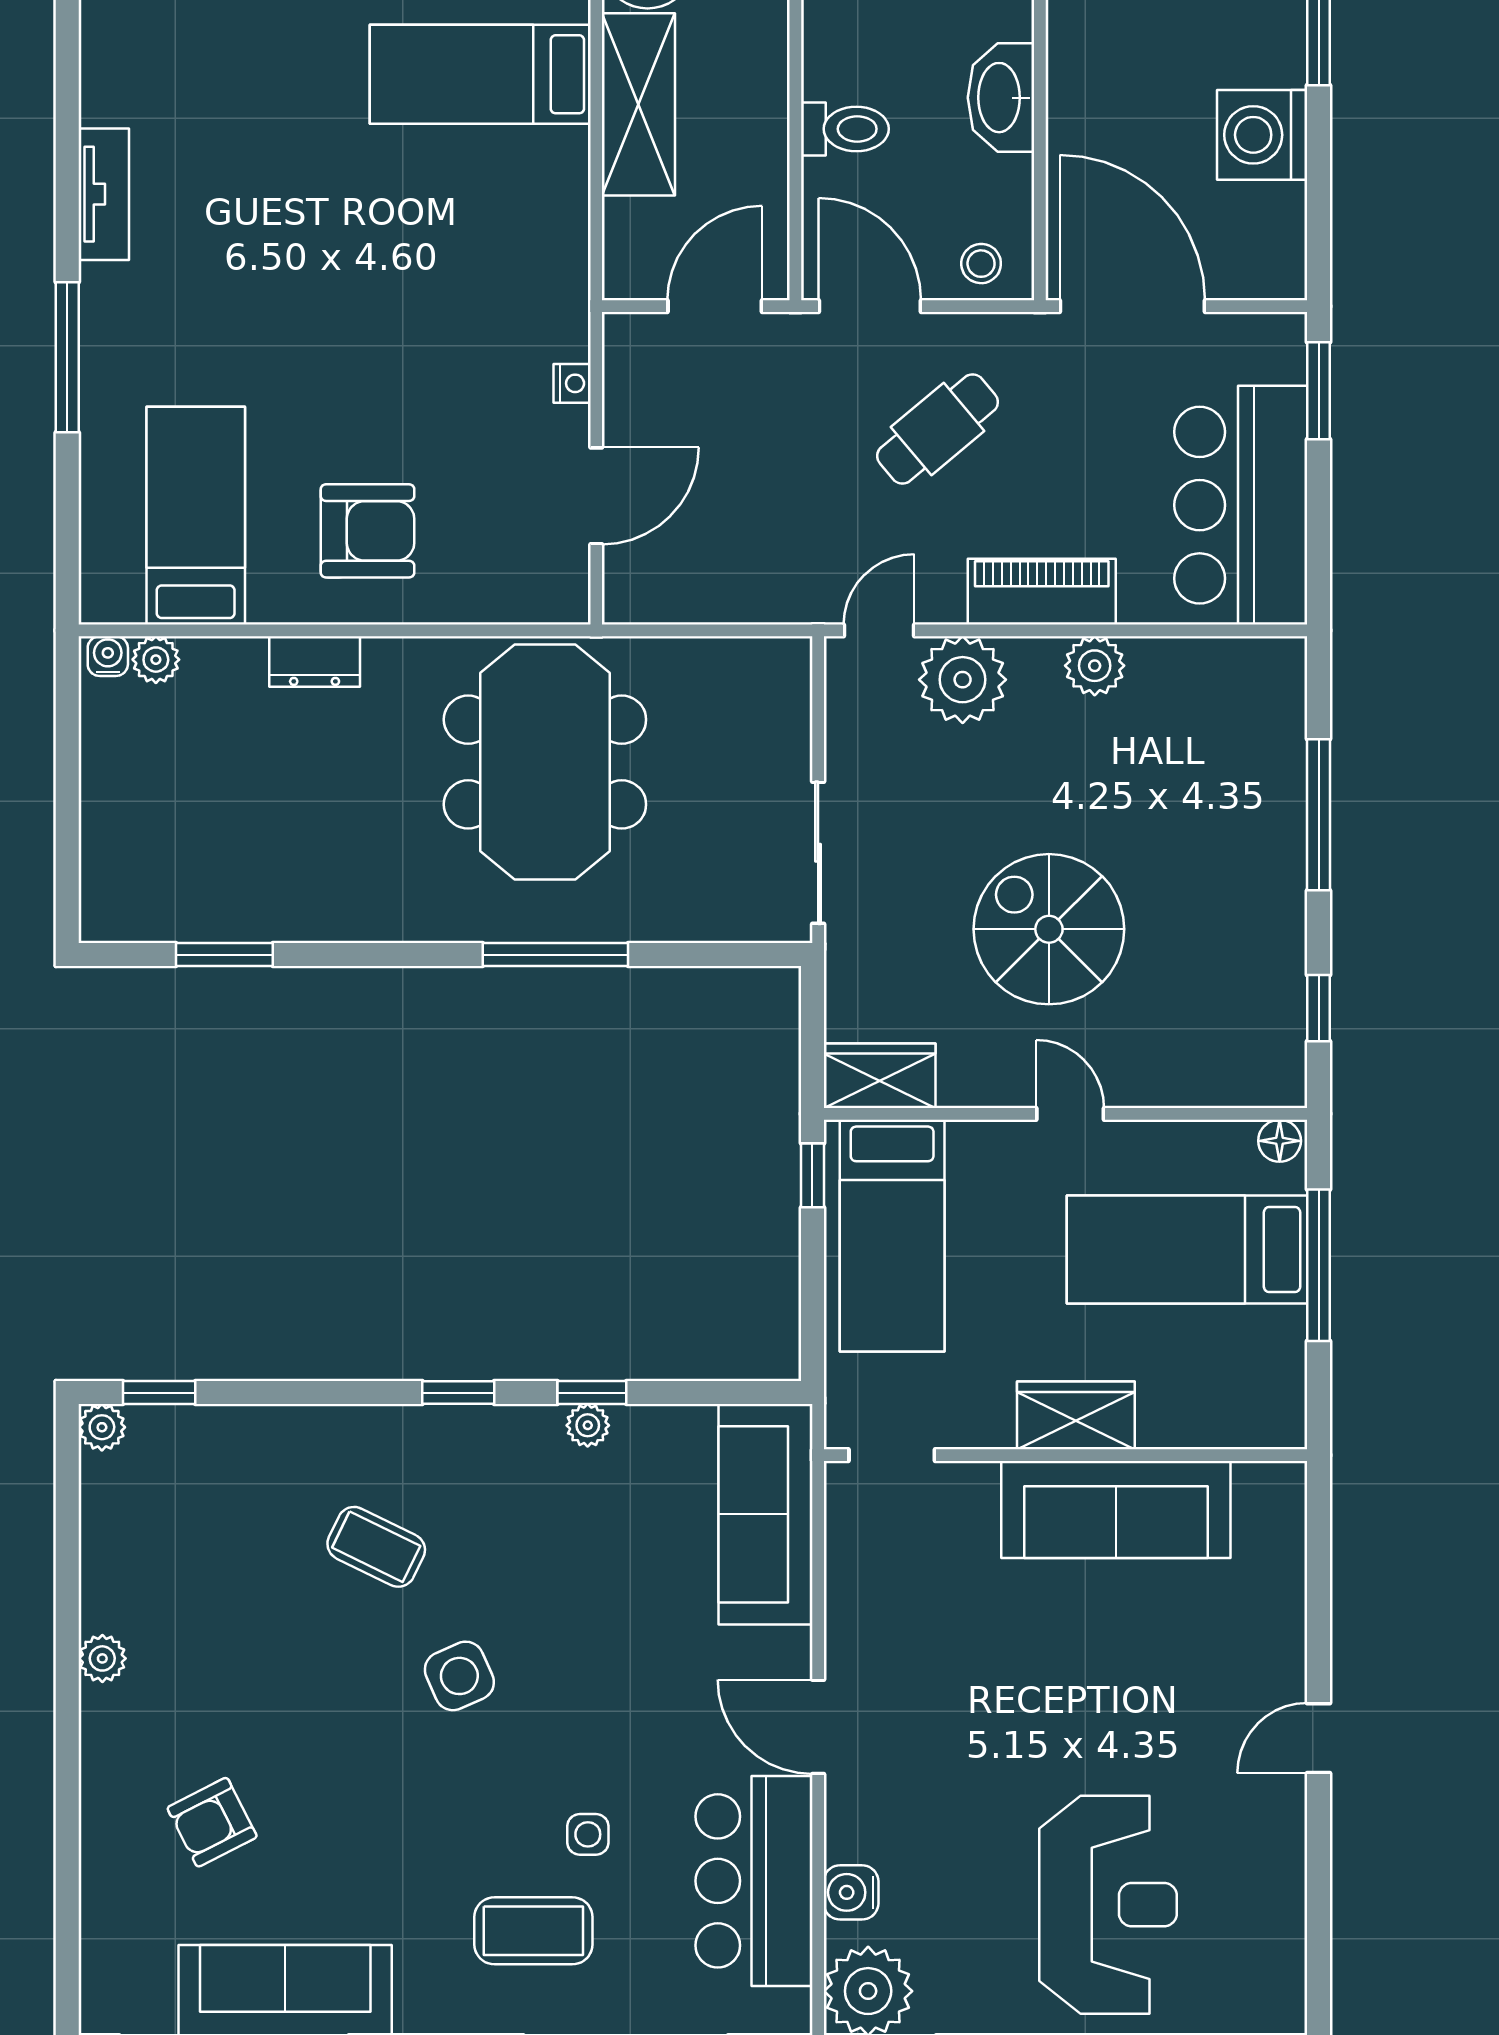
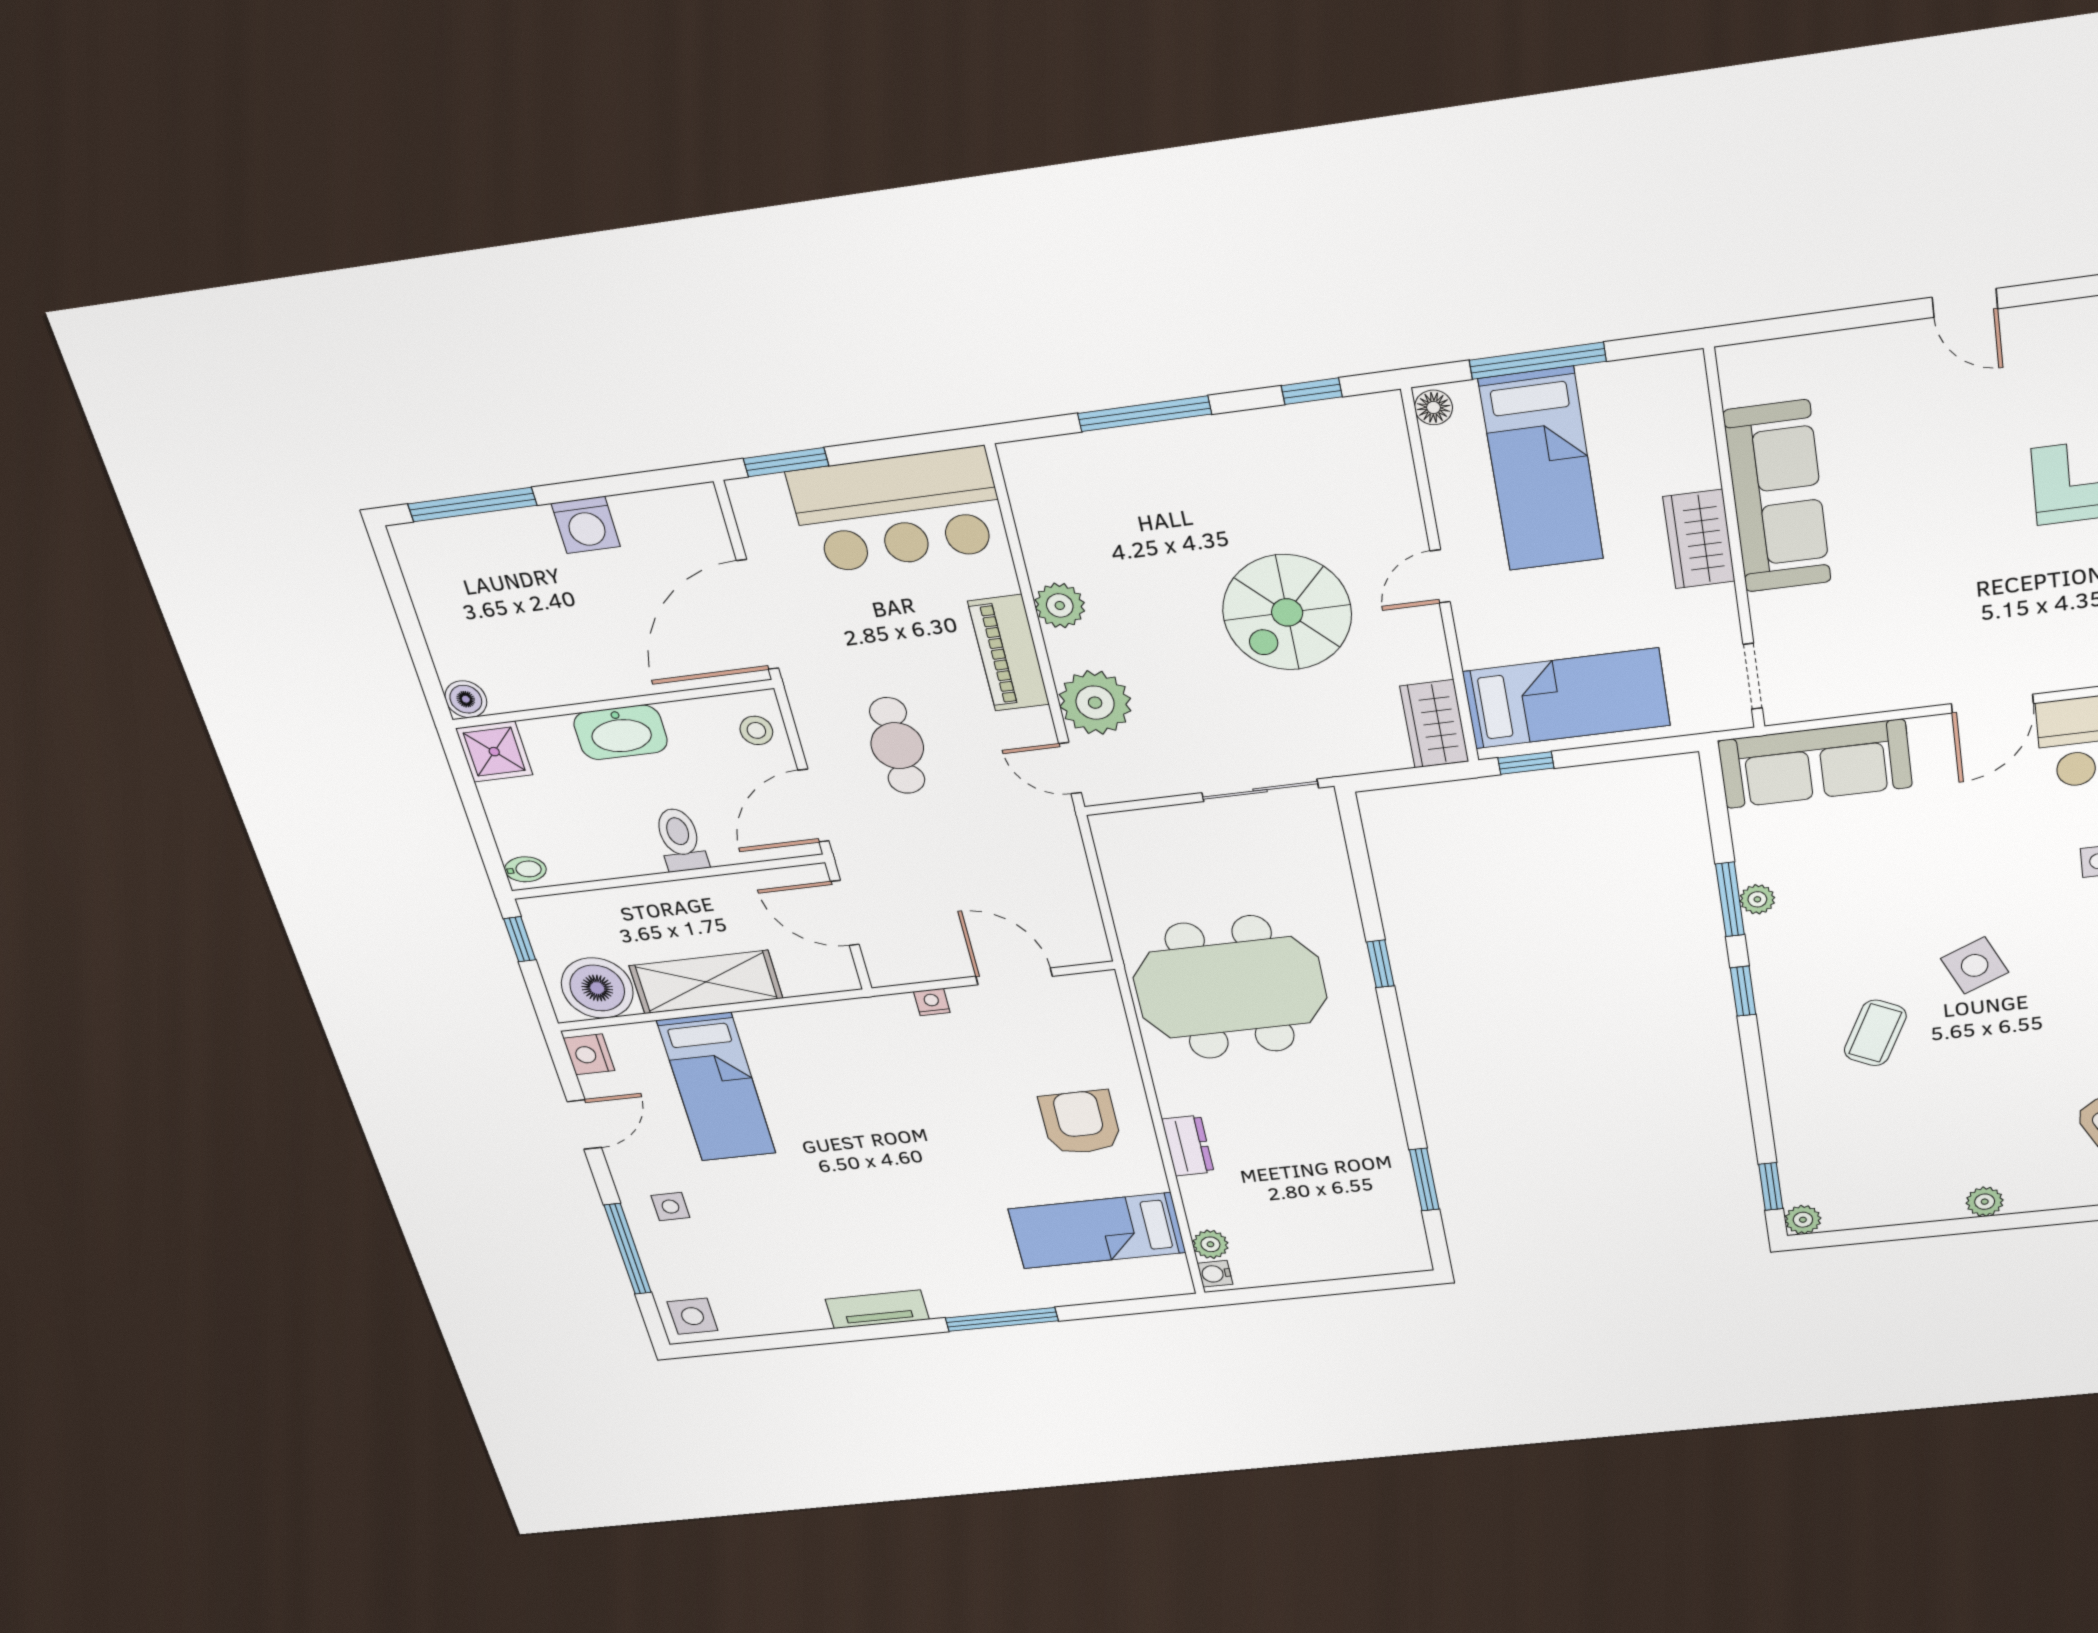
washing machine: (1262, 135) -> (586, 525), width x0.73, depth x0.73
cafe table: (938, 429) -> (897, 746), turned 40
window: (555, 955) -> (1380, 964), width x0.46
window: (592, 1393) -> (1730, 899), width x1.50

